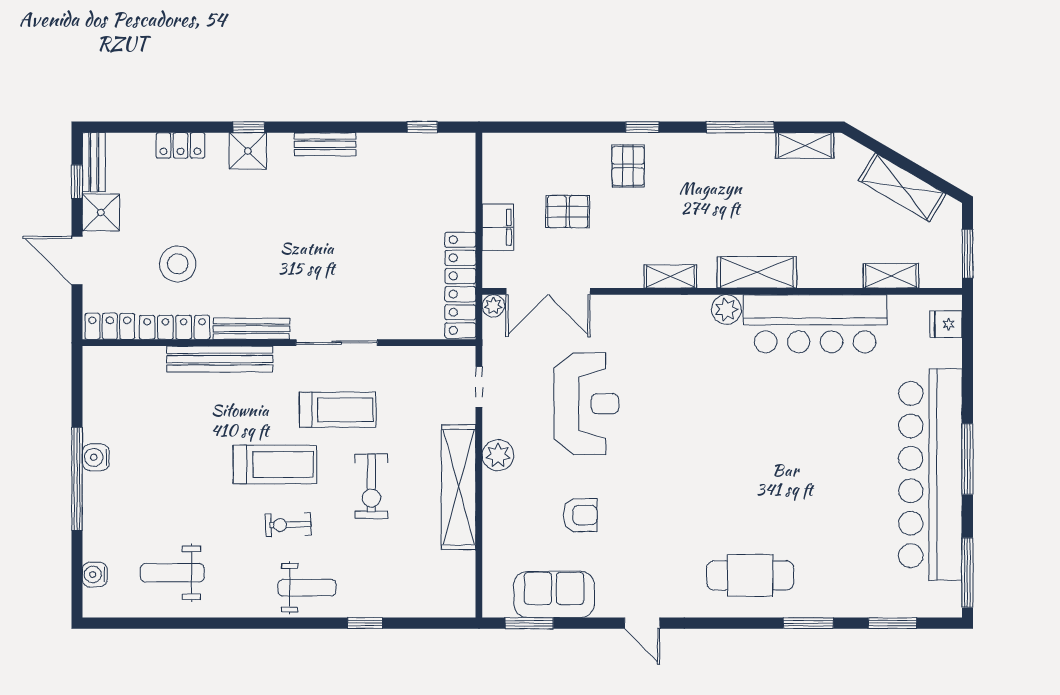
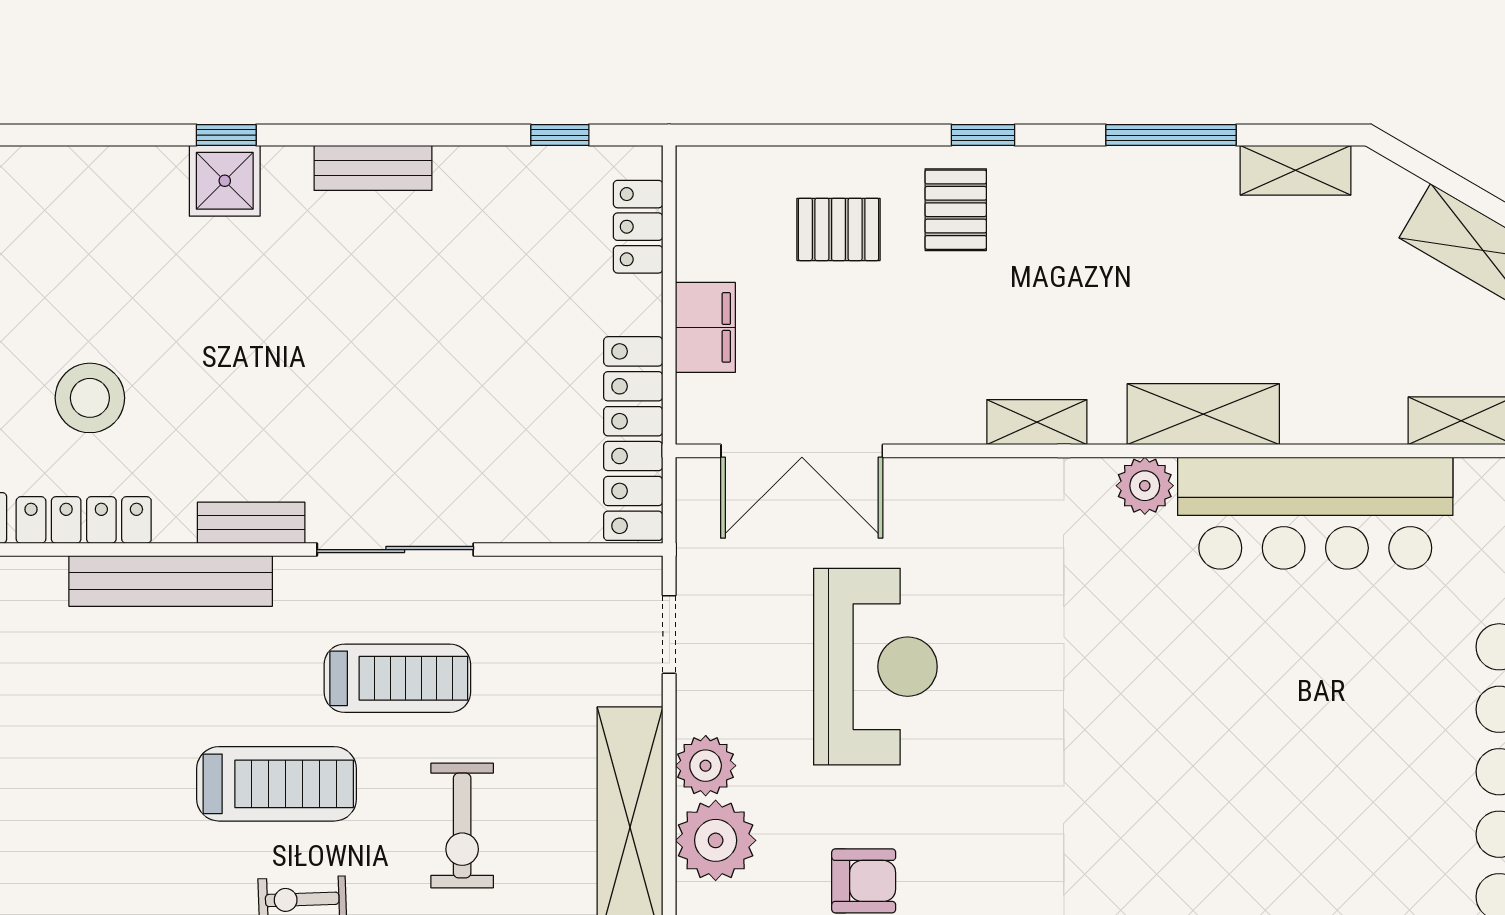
locker: (180, 145) -> (638, 227), moved, turned 90
pallet: (568, 212) -> (839, 229), moved
plant: (493, 306) -> (716, 840), moved, width x1.87, depth x1.87
bench: (251, 329) -> (251, 523), width x0.73

